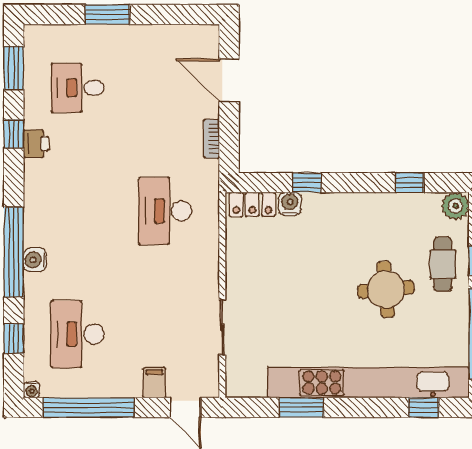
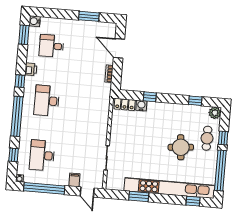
window: (107, 14) -> (89, 16), moved
window: (14, 134) -> (20, 81), moved
desk: (165, 211) -> (47, 101), moved
water cooler: (35, 260) -> (35, 21), moved

